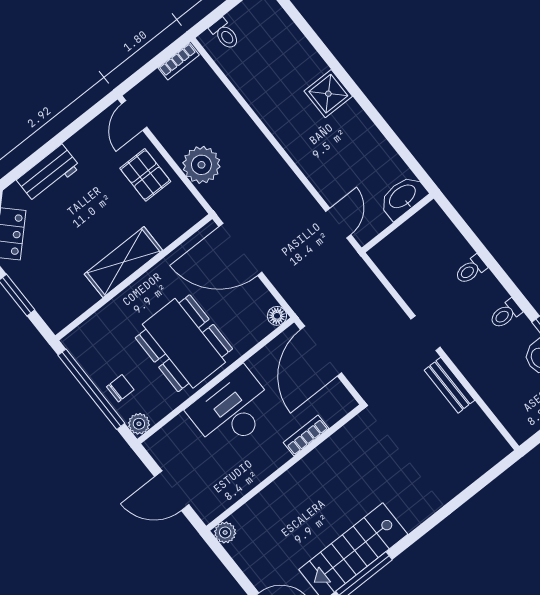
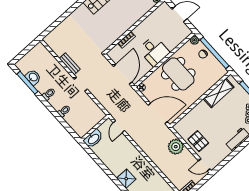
door: (134, 115) -> (204, 165), swing flipped
shelving: (123, 262) -> (219, 93), moved
desk: (232, 410) -> (154, 51), width x0.73

